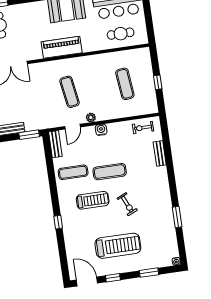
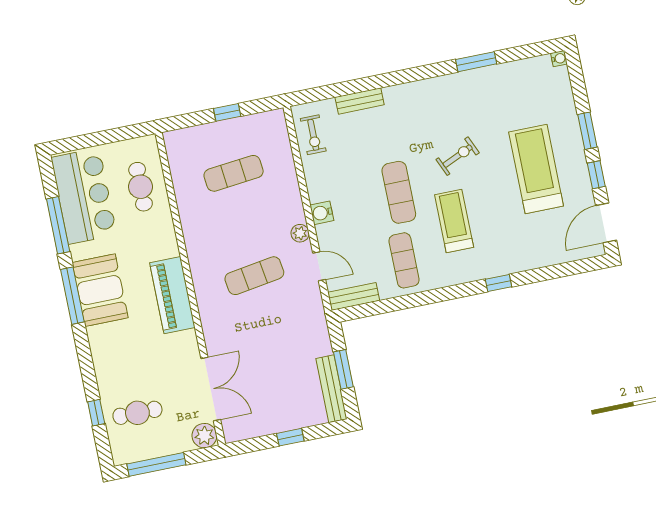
window: (29, 135) -> (343, 369), moved
window: (149, 273) -> (587, 131), moved

